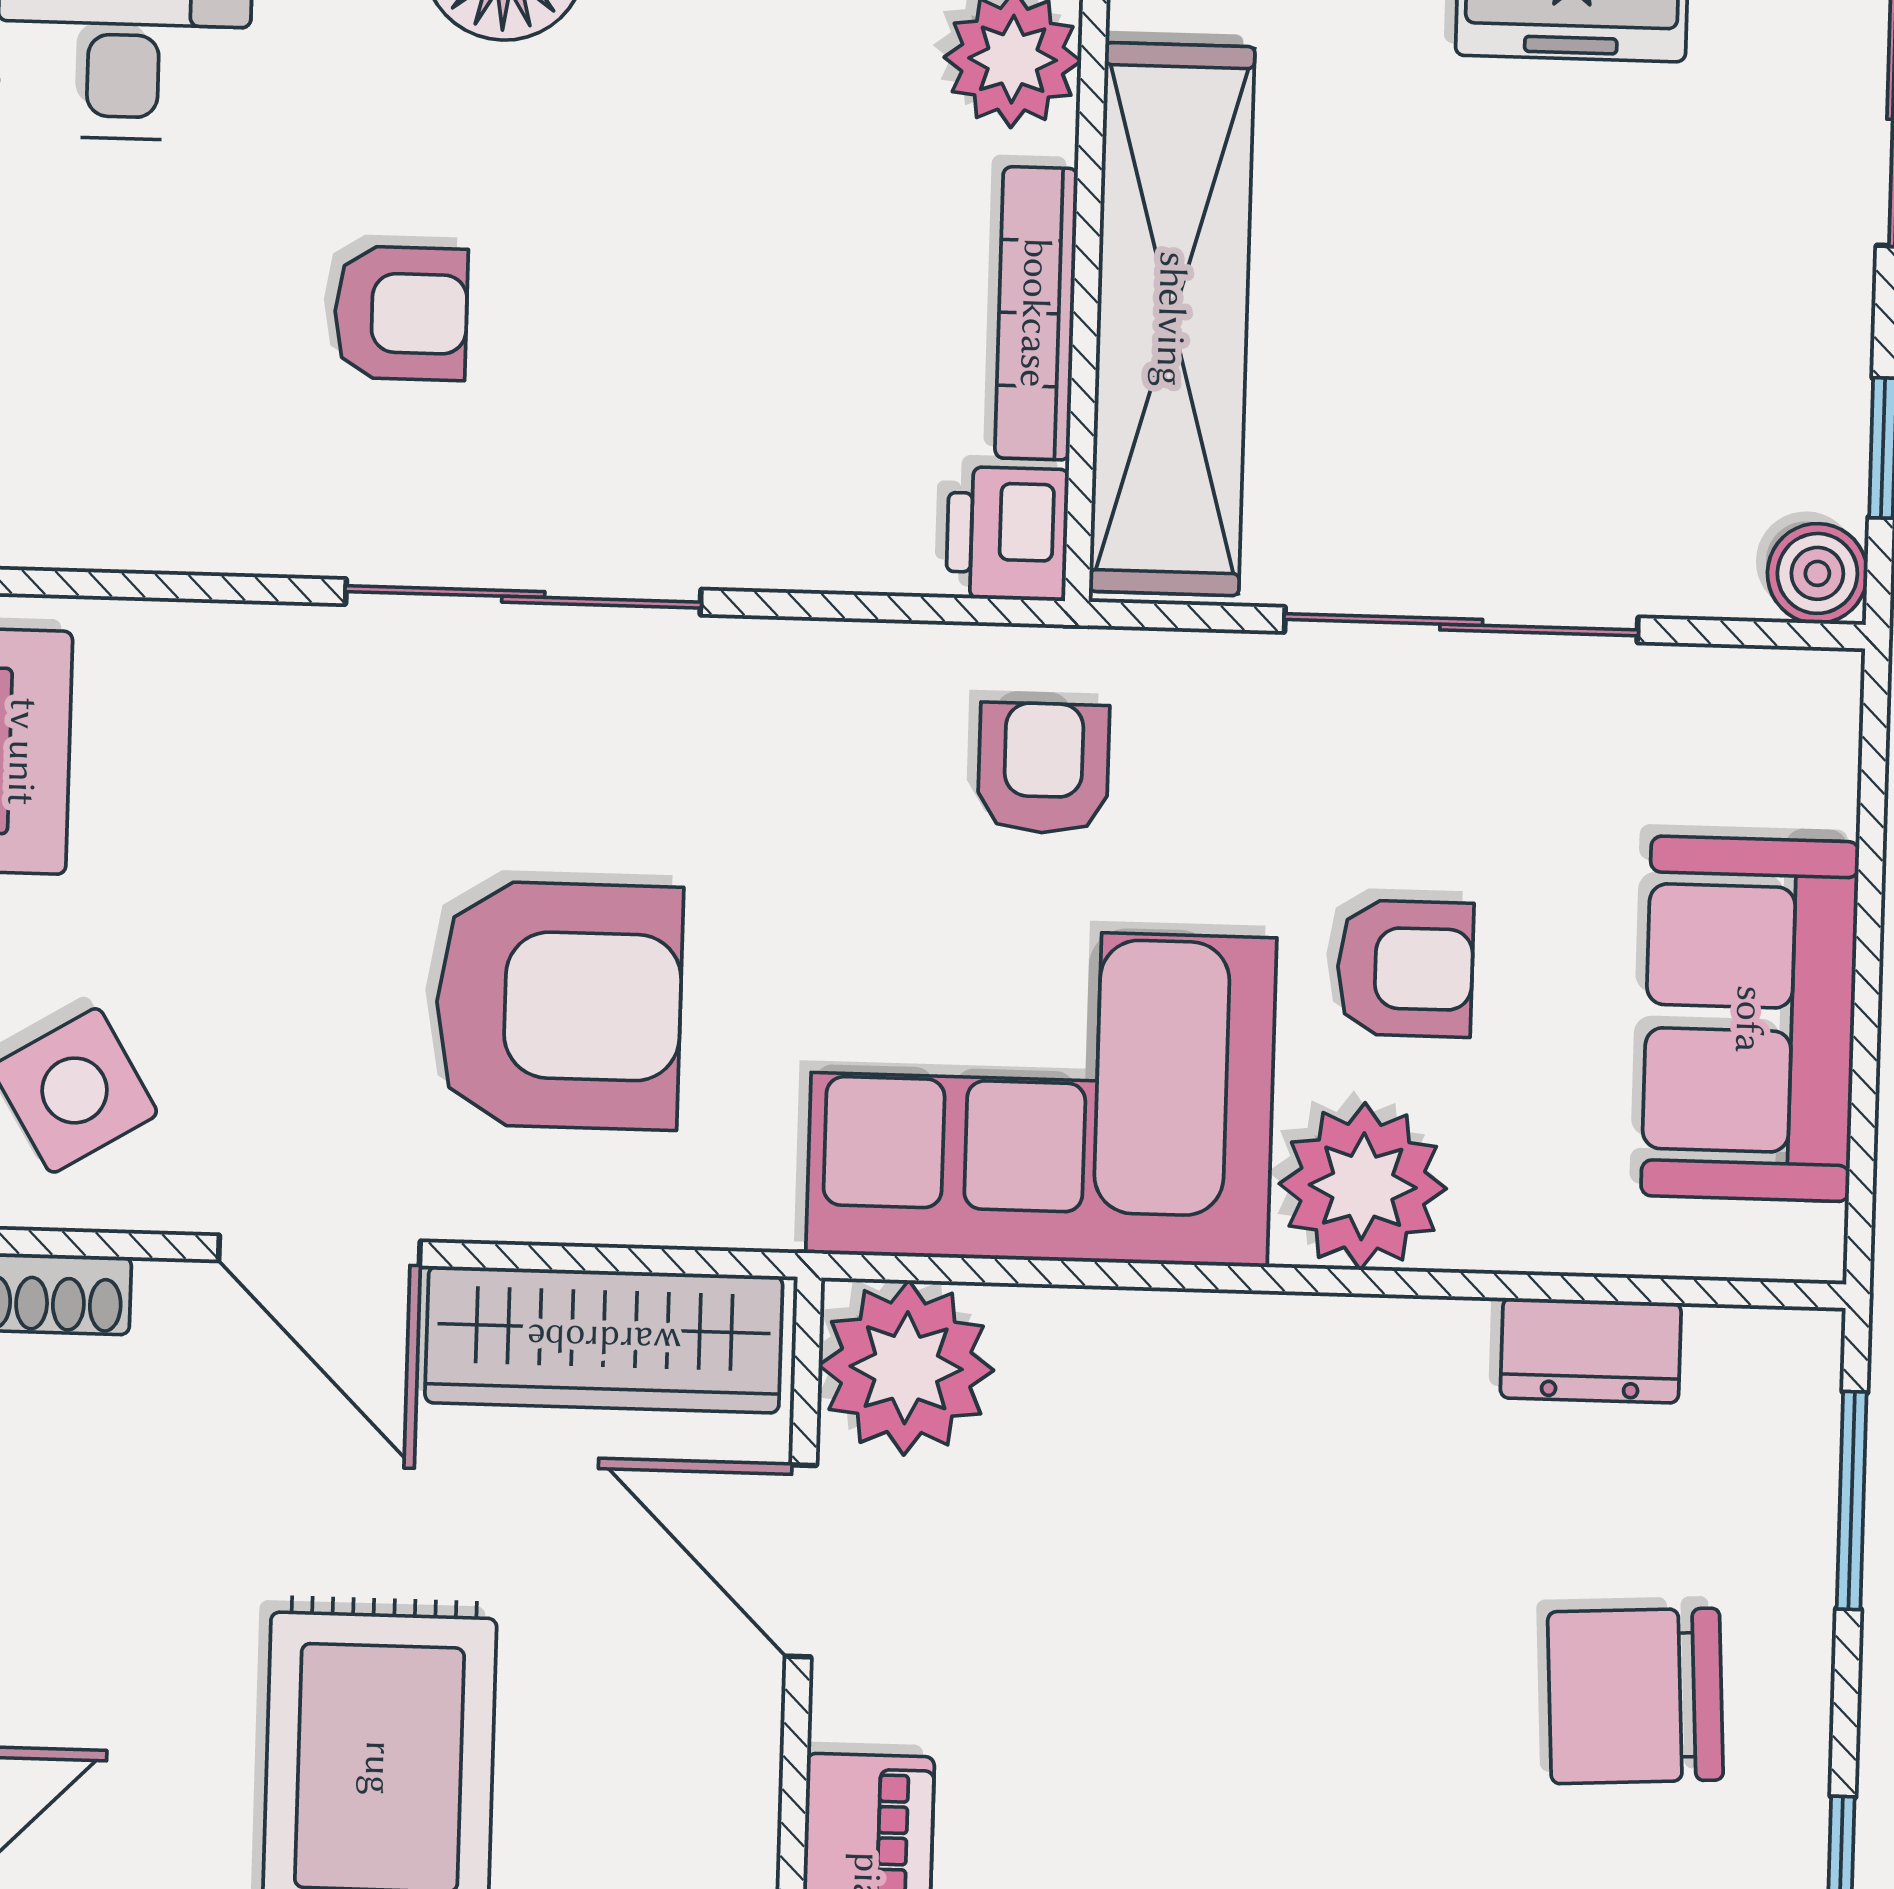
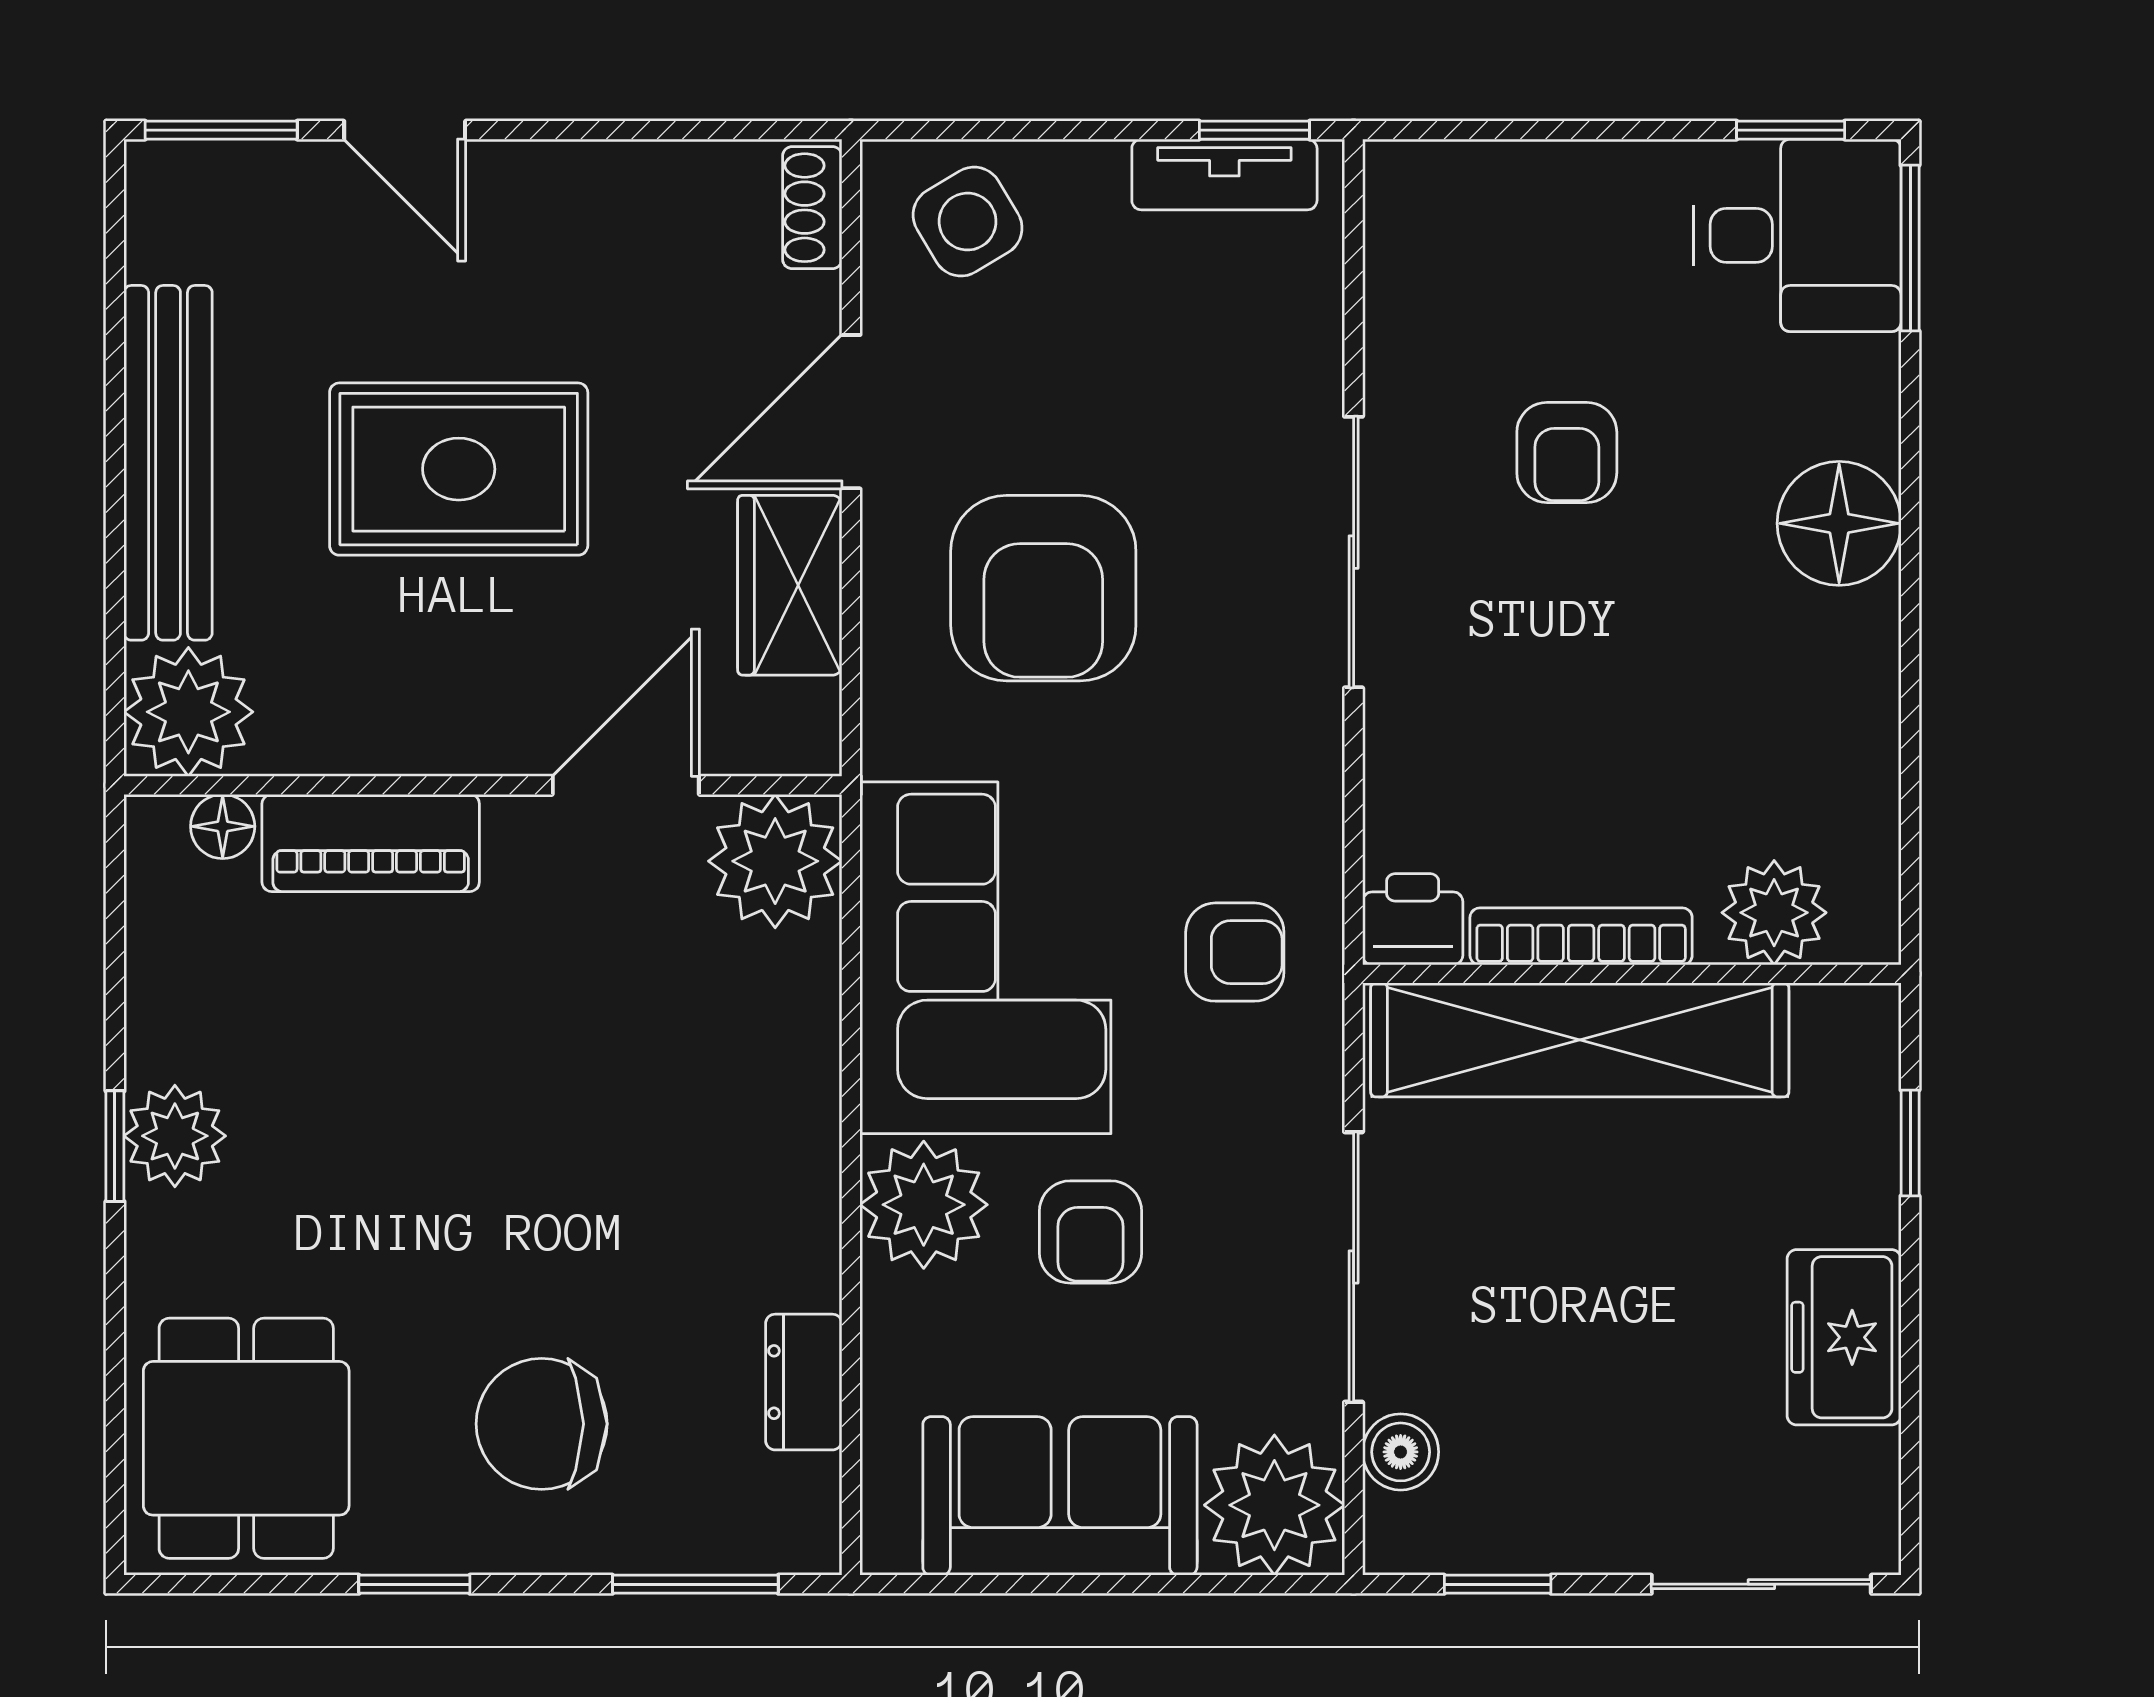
boiler: (1817, 573) -> (1401, 1452), moved
plant: (1770, 738) -> (1274, 1505), added
wardrobe: (604, 1340) -> (790, 585), width x0.67
chair: (1635, 1696) -> (542, 1424), turned -87

